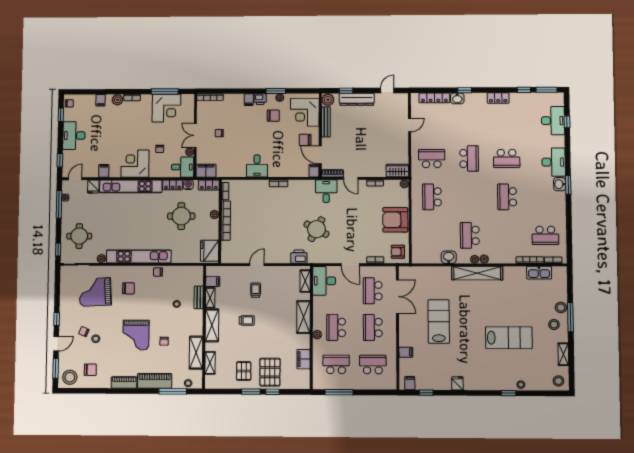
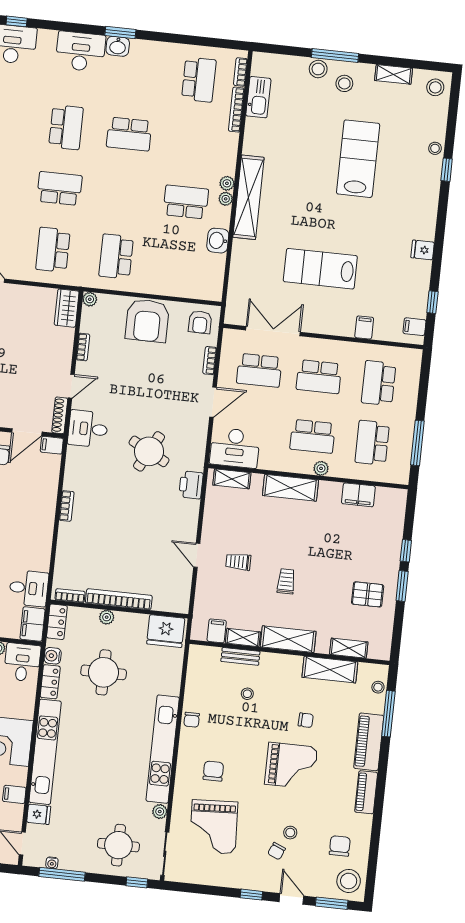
desk: (257, 166) -> (29, 588), moved
school desk: (432, 197) -> (116, 256), turned 90
school desk: (470, 235) -> (186, 202), turned 180
pallet: (270, 372) -> (374, 552), removed

